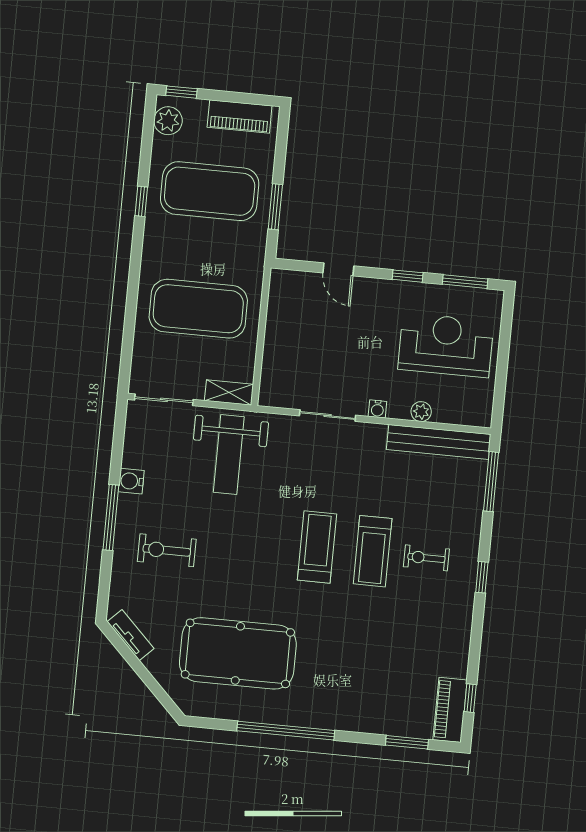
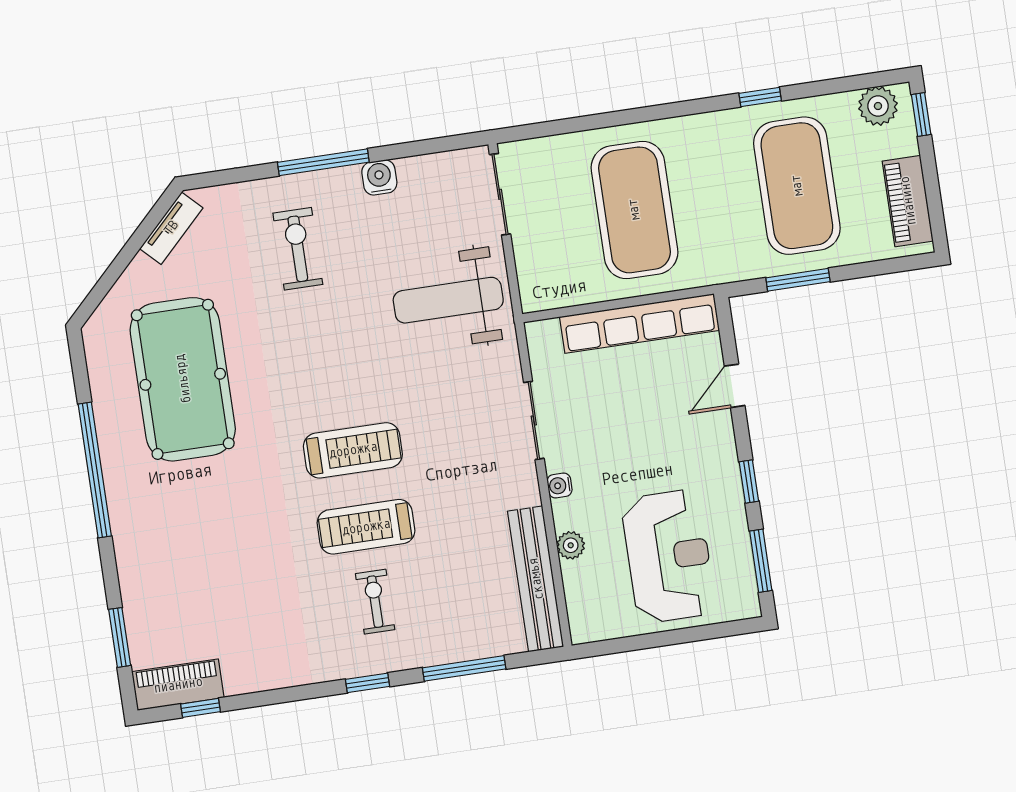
row of seats: (278, 325) -> (639, 324), added
shelving: (229, 392) -> (532, 280), removed
window: (491, 482) -> (464, 668), moved

